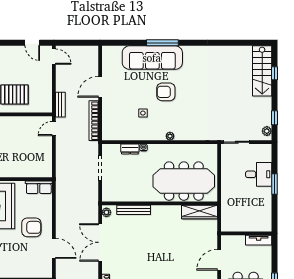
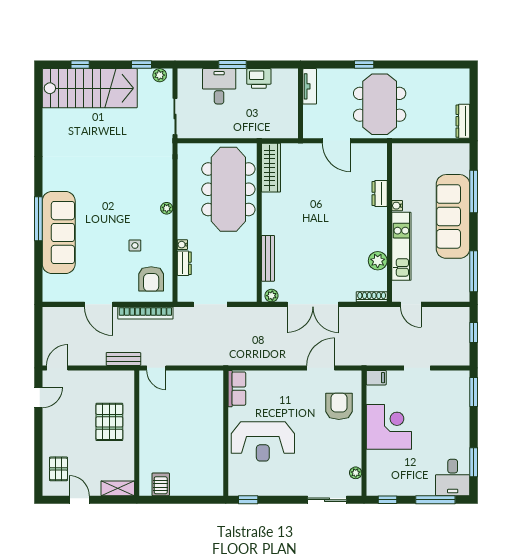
stairs: (262, 71) -> (90, 88), width x1.36, depth x1.51
armchair: (166, 92) -> (151, 279), moved
printer: (264, 203) -> (259, 78), added
armchair: (31, 227) -> (339, 406), moved

